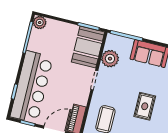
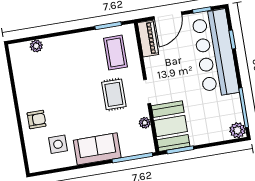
plant: (110, 59) -> (145, 123), width x0.53, depth x0.53
rug: (145, 106) -> (114, 94), moved

